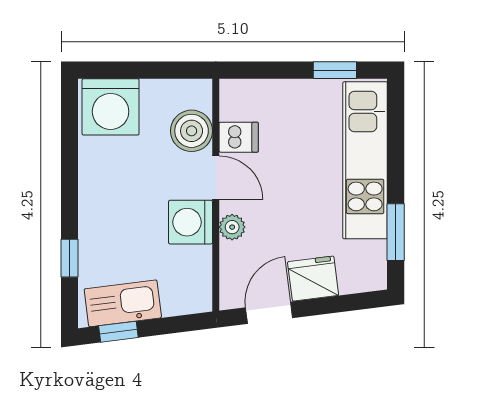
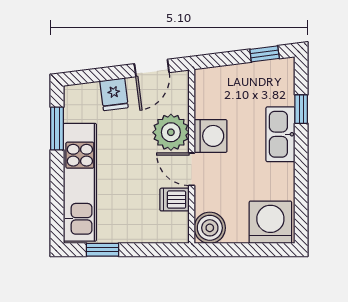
boiler: (192, 131) -> (210, 228), moved
plant: (232, 227) -> (171, 132), width x1.88, depth x1.88
fridge: (313, 279) -> (114, 94), width x0.72
kitchen sink: (123, 303) -> (280, 134), moved, turned 97

